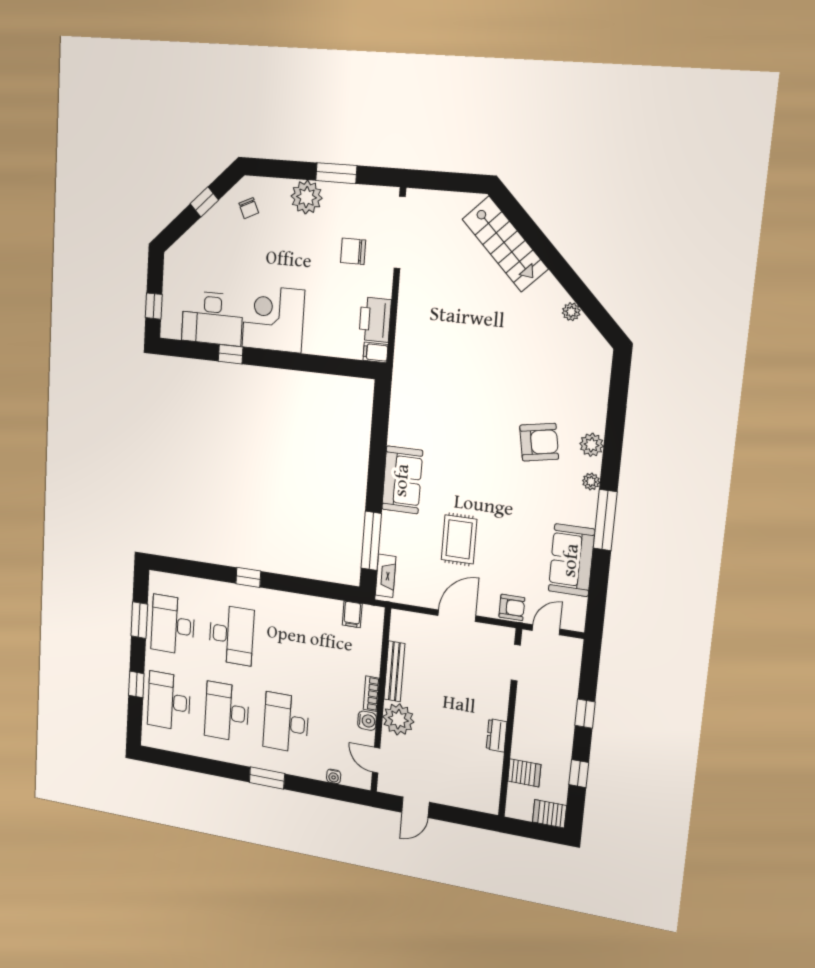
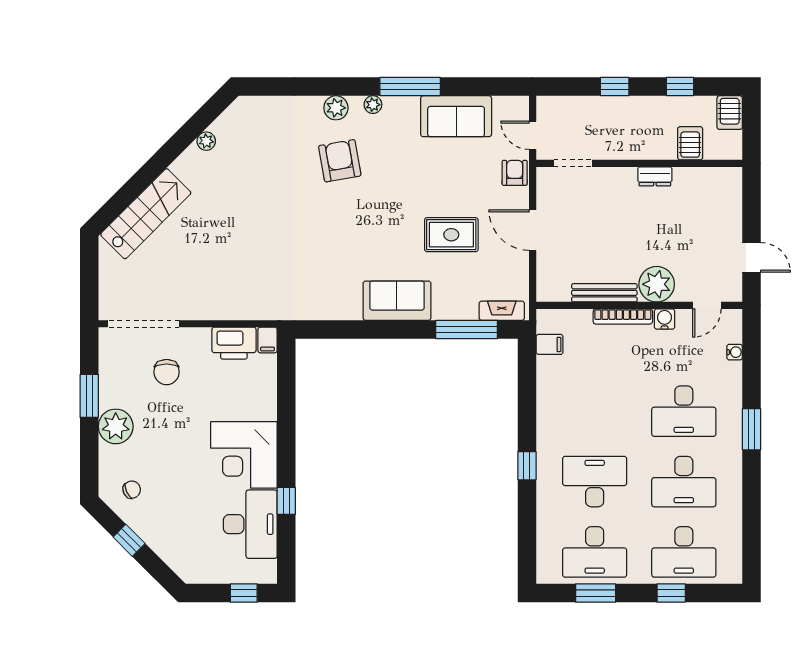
bookcase: (371, 694) -> (623, 316), width x1.56

